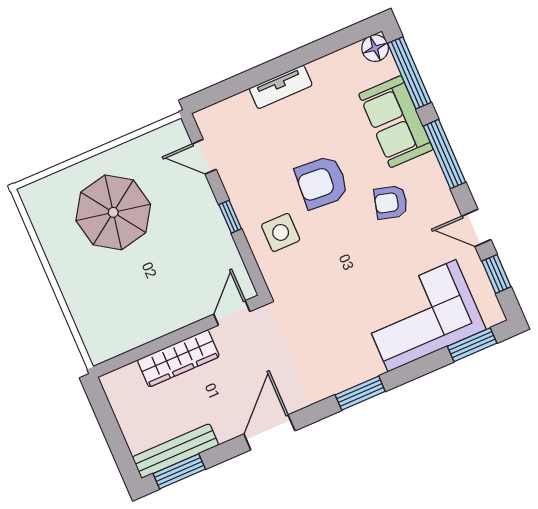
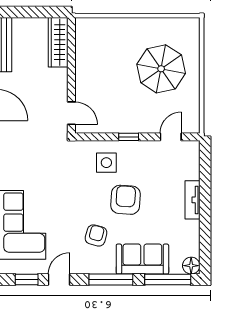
wardrobe: (178, 358) -> (58, 42), moved

